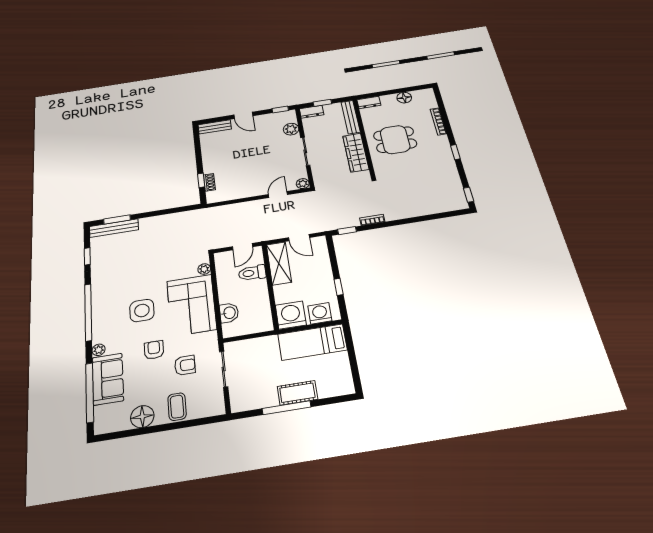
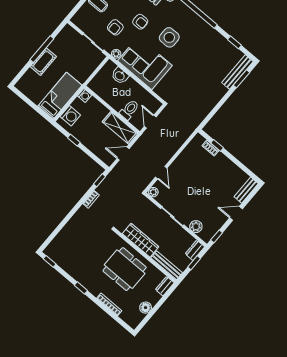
dining table: (395, 140) -> (125, 269), width x1.38
plant: (204, 269) -> (116, 54), moved
washing machine: (291, 315) -> (85, 96), width x0.53, depth x0.53

